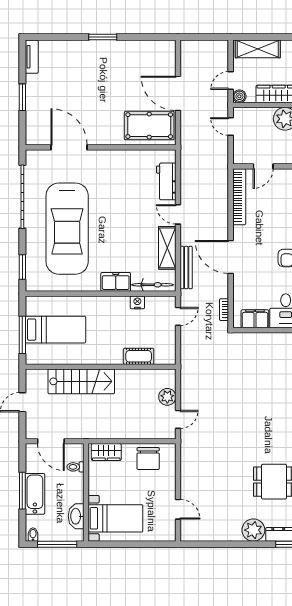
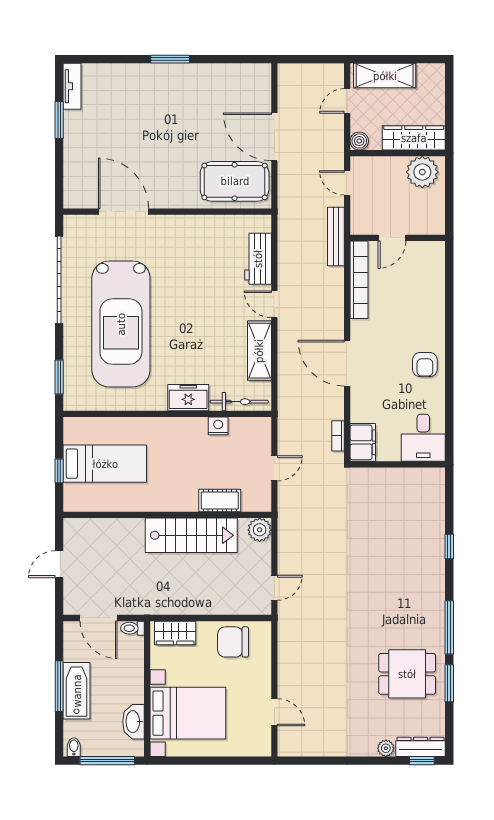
door: (231, 81) -> (347, 101), moved
window: (22, 97) -> (59, 120), moved
bench: (186, 268) -> (336, 236), moved
door: (178, 316) -> (274, 468), moved
filing cabinet: (255, 319) -> (363, 442), moved, turned 90
window: (22, 335) -> (59, 471), width x0.46
stairs: (81, 381) -> (191, 535), moved
plant: (167, 397) -> (260, 530), moved
chair: (148, 459) -> (233, 642), turned 90
toilet: (75, 467) -> (132, 628), moved
bed with nightstands: (115, 518) -> (188, 713), width x1.36
plant: (253, 530) -> (386, 748), width x0.53, depth x0.53

